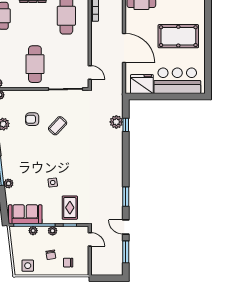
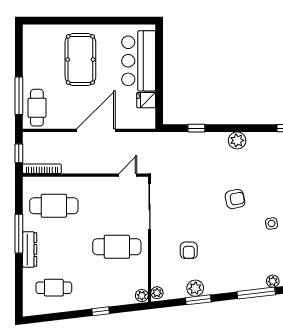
fridge: (142, 84) -> (146, 100), width x0.53, depth x0.75
plant: (116, 122) -> (237, 140), moved
coffee table: (58, 126) -> (197, 217), removed
armchair: (71, 155) -> (235, 199), added

